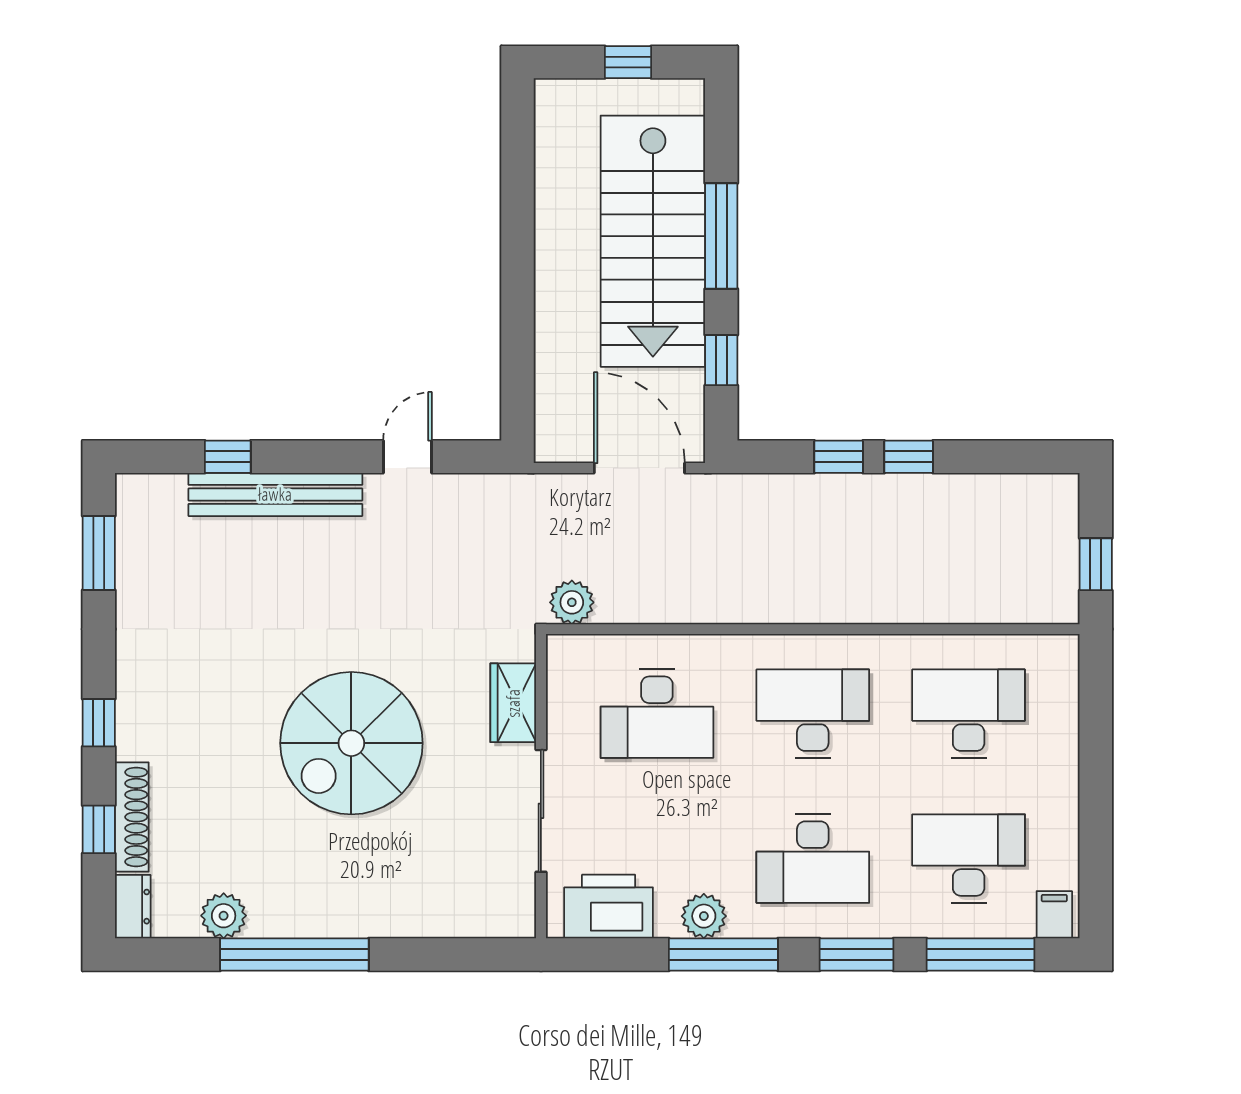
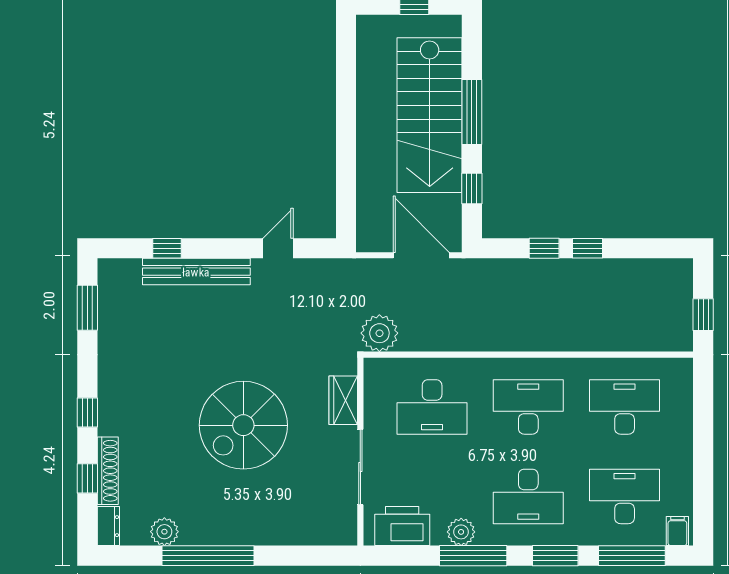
plant: (572, 602) -> (379, 333), width x1.36, depth x1.36

